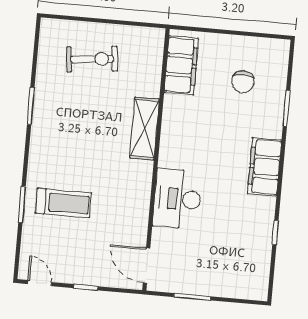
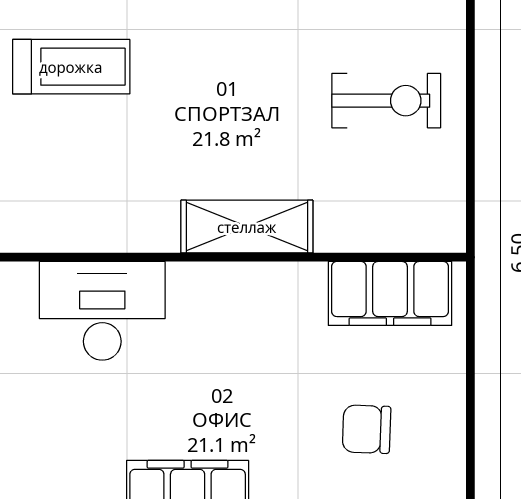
exercise bike: (92, 59) -> (386, 101), turned -84
treadmill: (63, 203) -> (71, 67), turned -90

